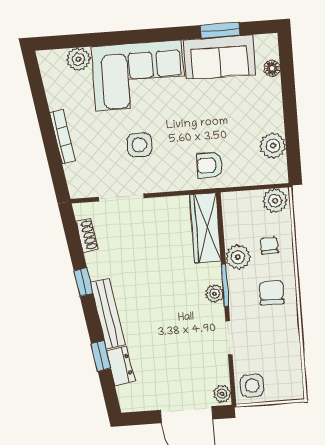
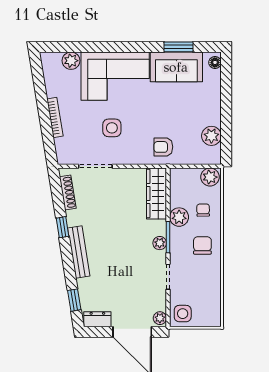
floor lamp: (272, 68) -> (215, 62), moved
shoe rack: (87, 235) -> (68, 193), width x1.43
window: (101, 356) -> (74, 300), moved
dresser: (121, 366) -> (97, 319), moved, turned -81

